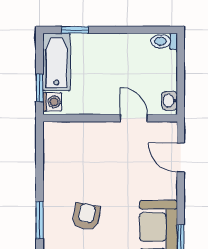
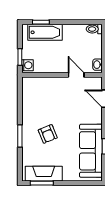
bathtub: (56, 62) -> (45, 32), moved, turned 90
armchair: (86, 217) -> (48, 134), turned 147

